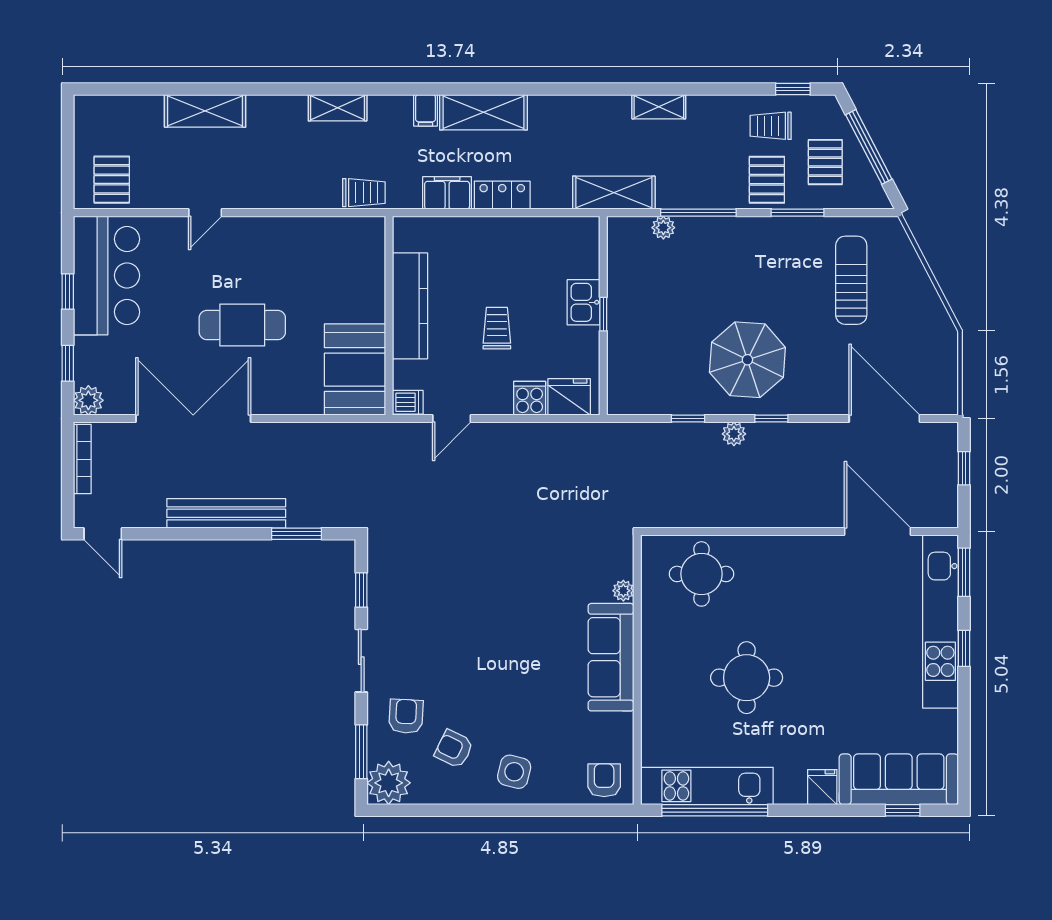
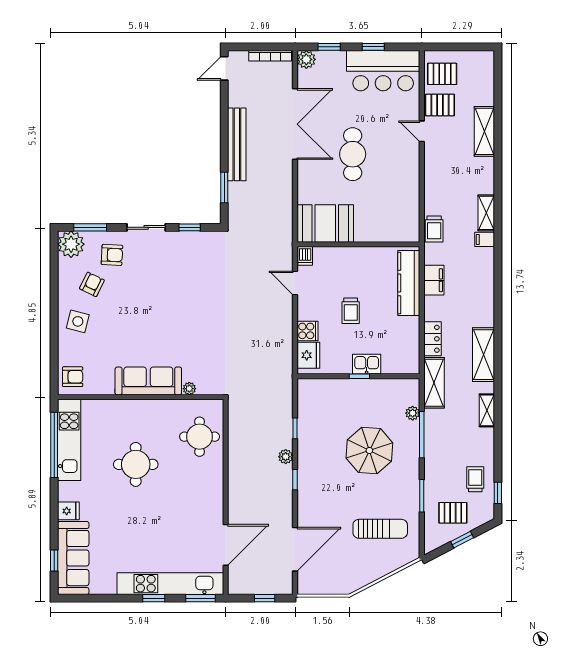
filing cabinet: (426, 110) -> (485, 239), moved
shelving: (484, 112) -> (484, 355), moved
window: (869, 147) -> (462, 540), width x0.46
pallet: (767, 180) -> (440, 105), moved
locker: (502, 195) -> (433, 339), moved
kitchen counter: (410, 306) -> (409, 283), moved, turned 90
trolley: (497, 328) -> (351, 311), turned 90
parasol: (747, 360) -> (369, 450), moved

